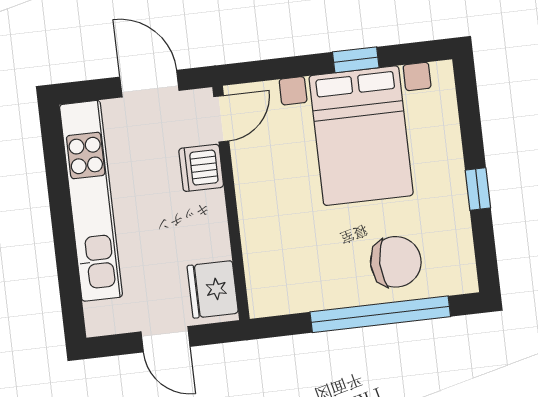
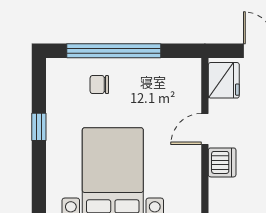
door: (221, 119) -> (205, 129), moved
chair: (396, 262) -> (99, 85), width x0.54, depth x0.54

